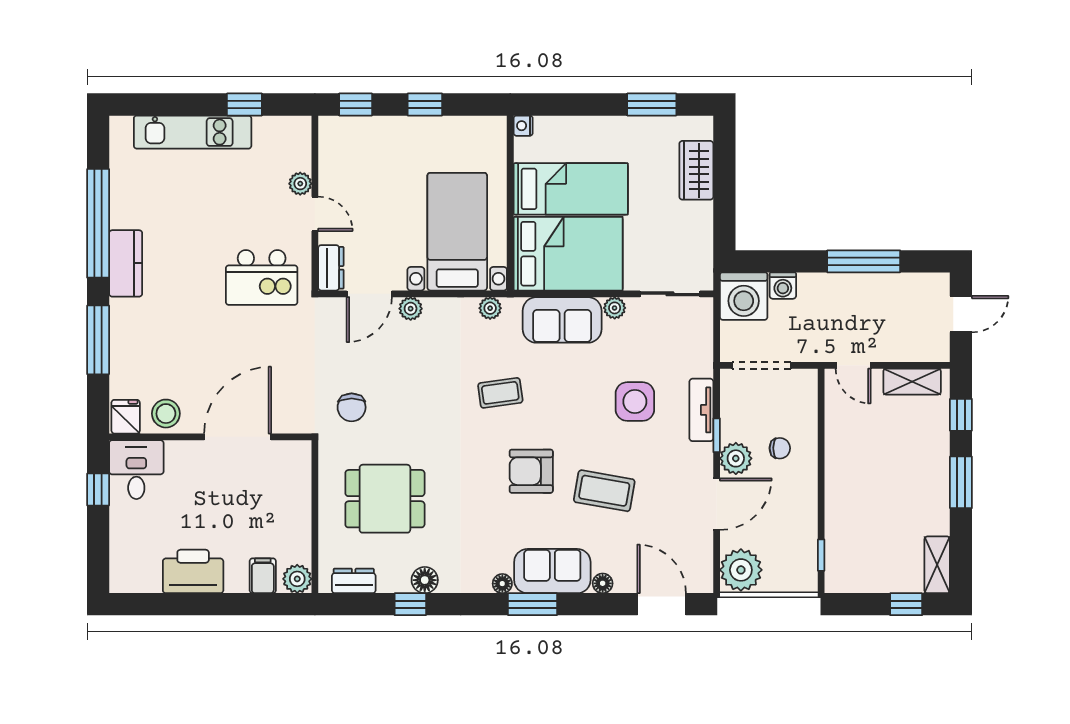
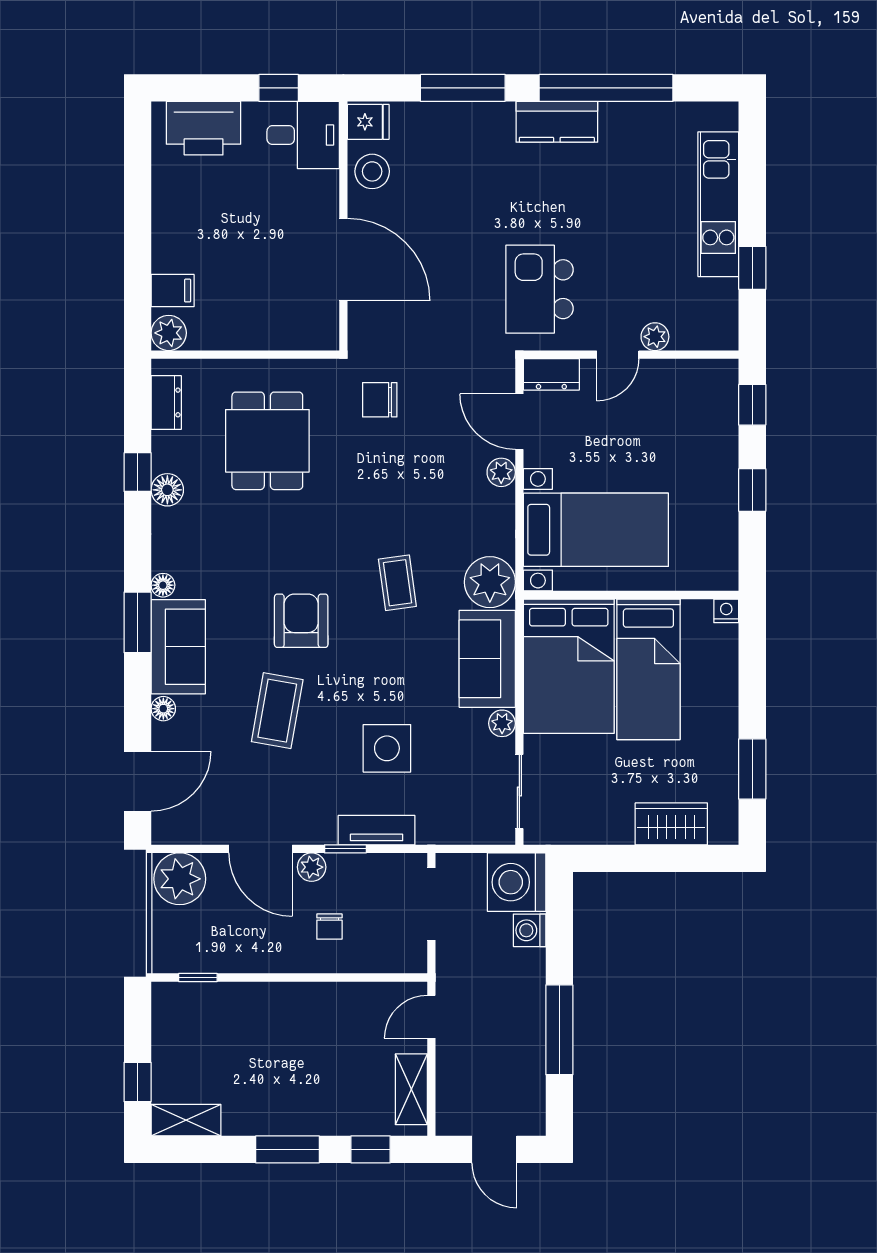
plant: (490, 308) -> (490, 582), width x1.88, depth x1.88
plant: (736, 458) -> (312, 867), width x0.73, depth x0.73
printer: (193, 571) -> (204, 128), moved, turned 90

